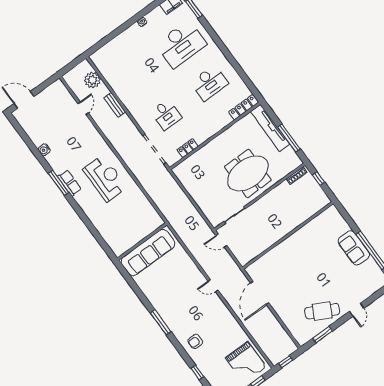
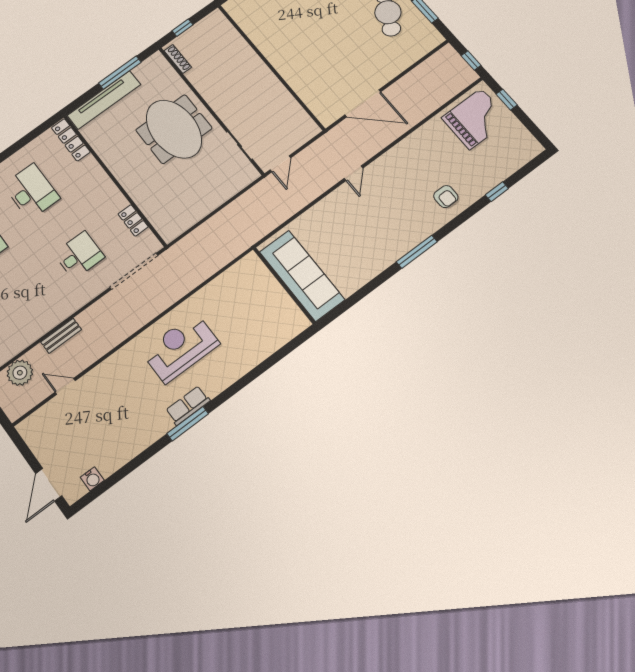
water cooler: (44, 150) -> (92, 479), moved

